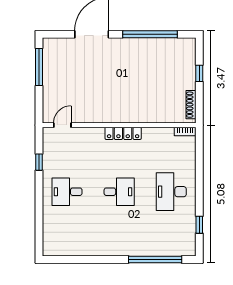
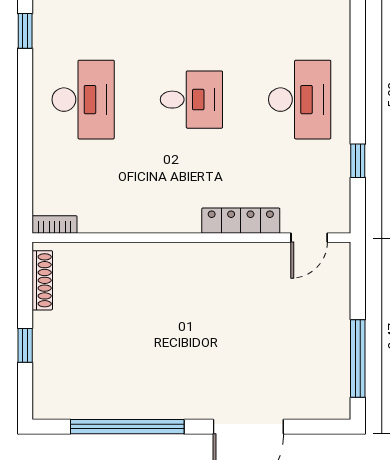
locker: (123, 133) -> (241, 221), moved
desk: (67, 192) -> (300, 100), width x1.37
desk: (119, 192) -> (191, 100), turned 180

